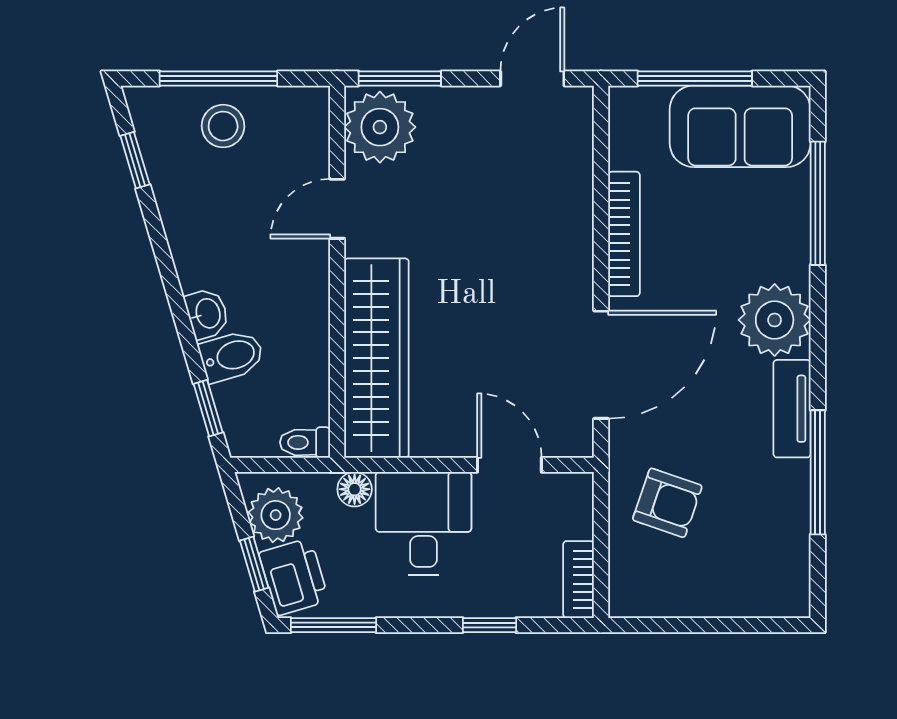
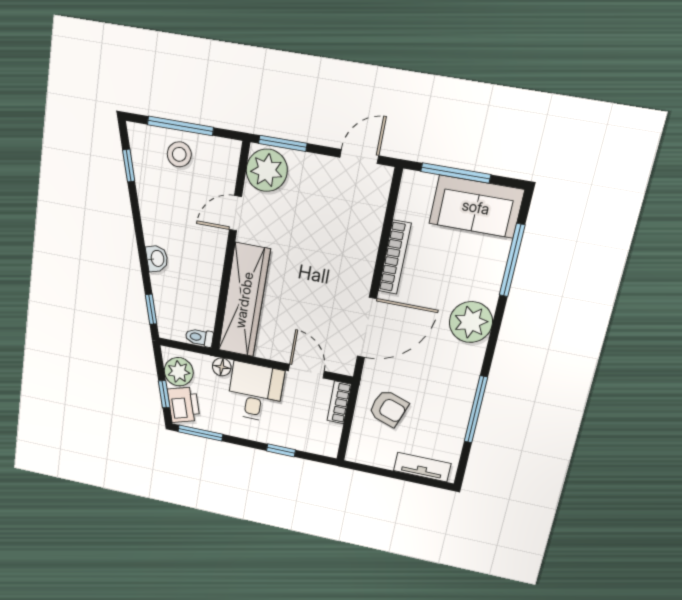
bidet: (232, 356) -> (167, 284), removed
tv unit: (792, 409) -> (422, 467), moved, turned 90
bookcase: (579, 580) -> (339, 402), moved

